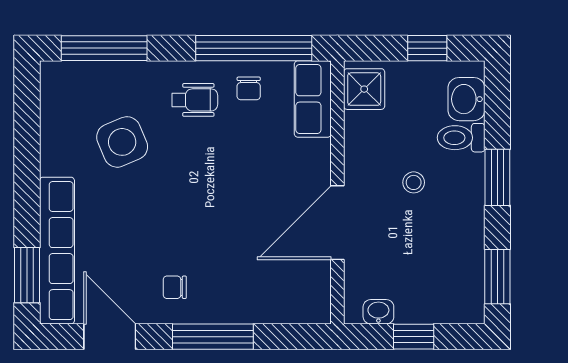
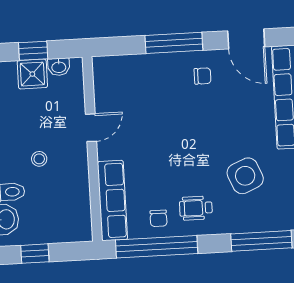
chair: (249, 88) -> (159, 218), turned 180
shower: (364, 89) -> (32, 74), moved
row of seats: (313, 99) -> (112, 201), width x1.48
door: (337, 223) -> (91, 128), width x0.53

